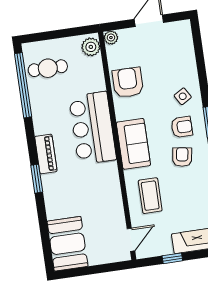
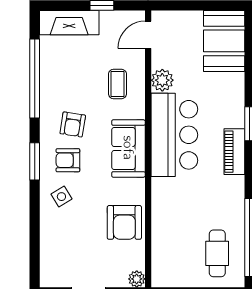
plant: (91, 47) -> (162, 80), moved
cafe table: (48, 68) -> (217, 253), turned 90
bar counter: (93, 128) -> (174, 135), moved
coffee table: (150, 196) -> (117, 84), width x0.73, depth x0.77

